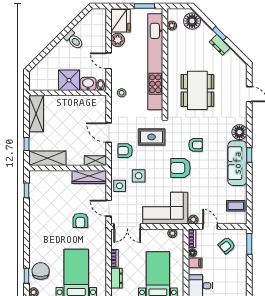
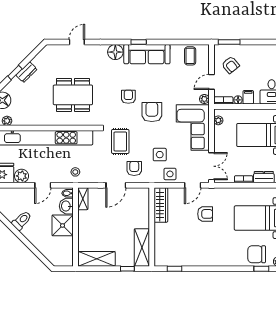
armchair: (125, 151) -> (134, 168), turned 180
shelving: (95, 161) -> (83, 199), moved
armchair: (181, 168) -> (152, 112), turned 180

